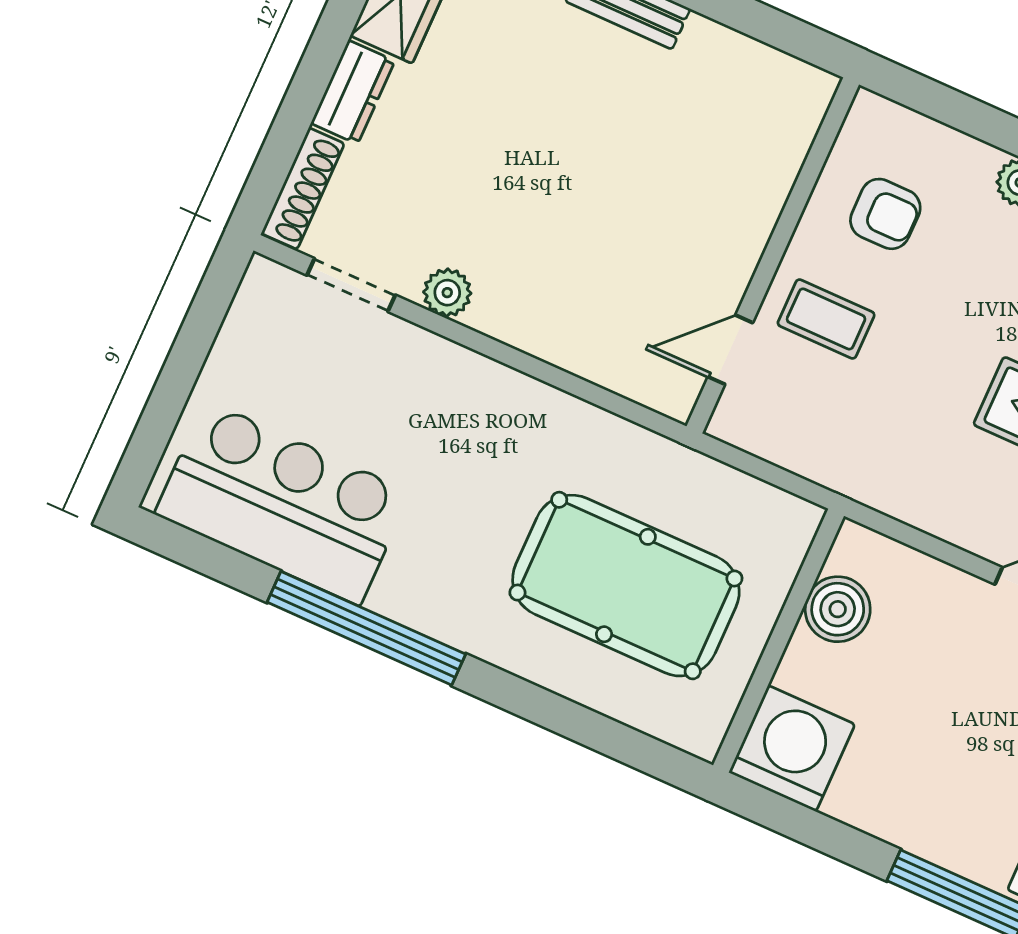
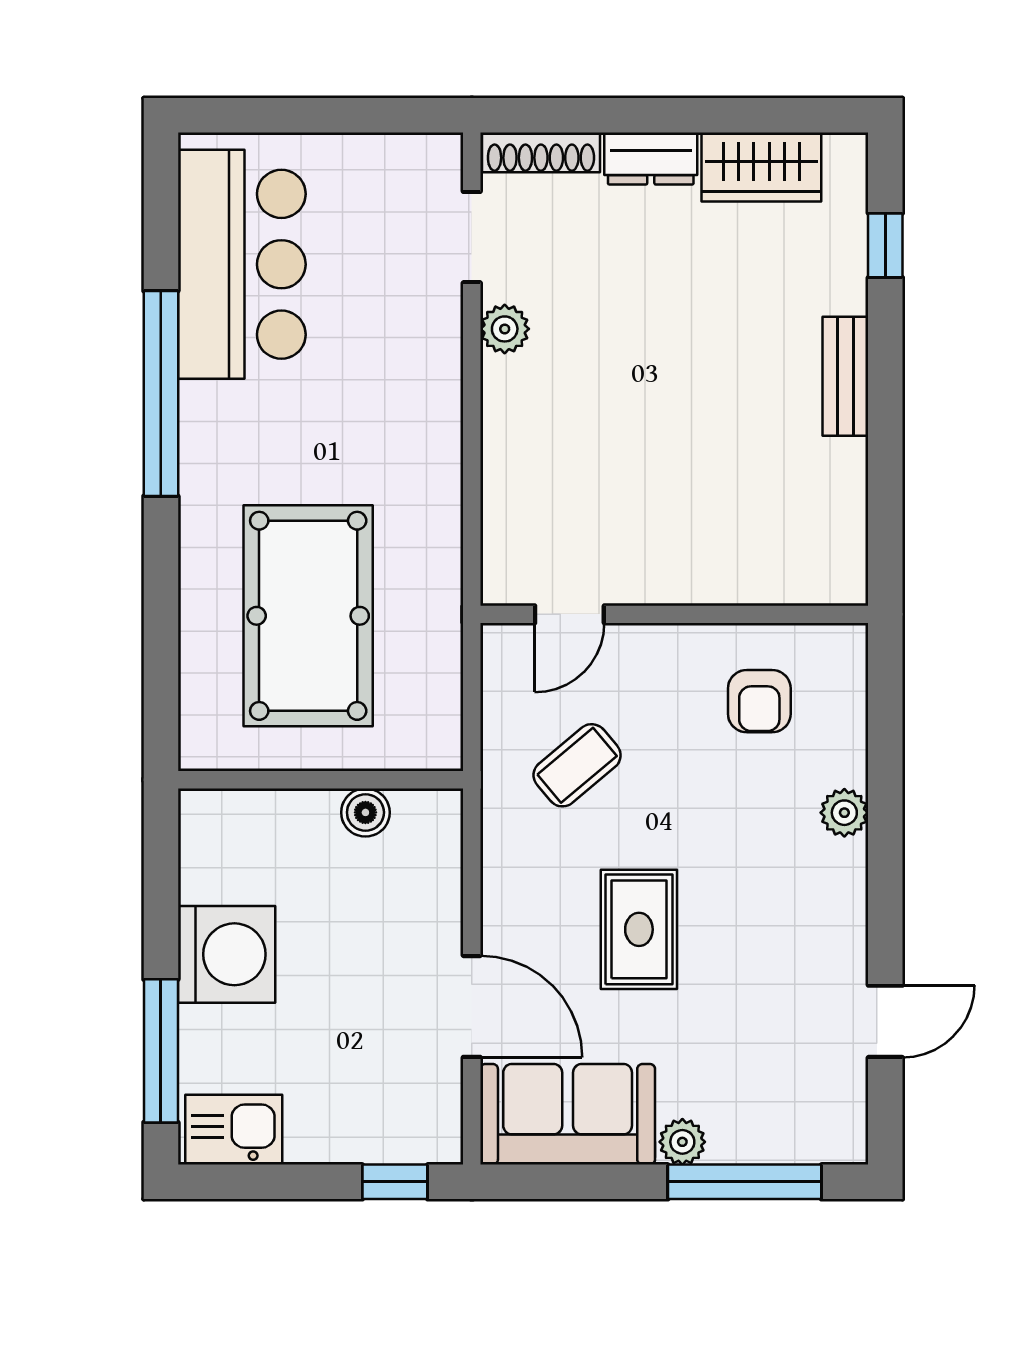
coffee table: (826, 319) -> (577, 765), moved, turned 50
door: (730, 350) -> (569, 614), swing flipped
boiler: (838, 609) -> (365, 812), width x0.73, depth x0.73
washing machine: (792, 748) -> (227, 954), moved

